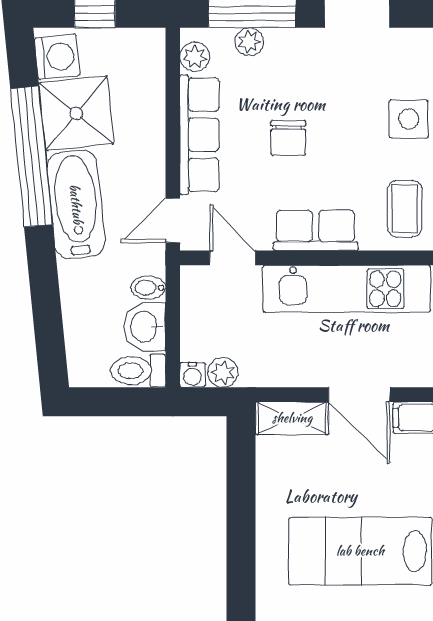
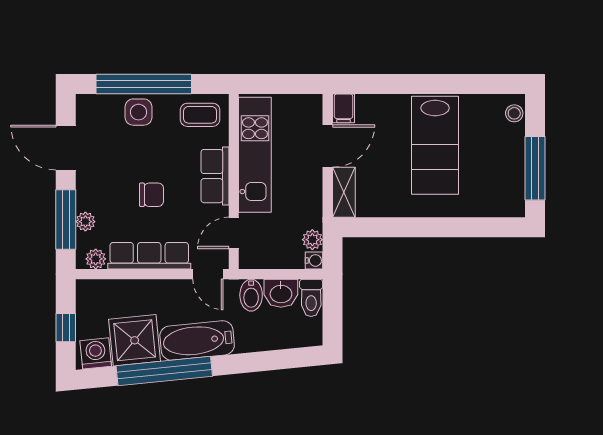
bidet: (148, 288) -> (251, 295), width x1.38, depth x1.36

